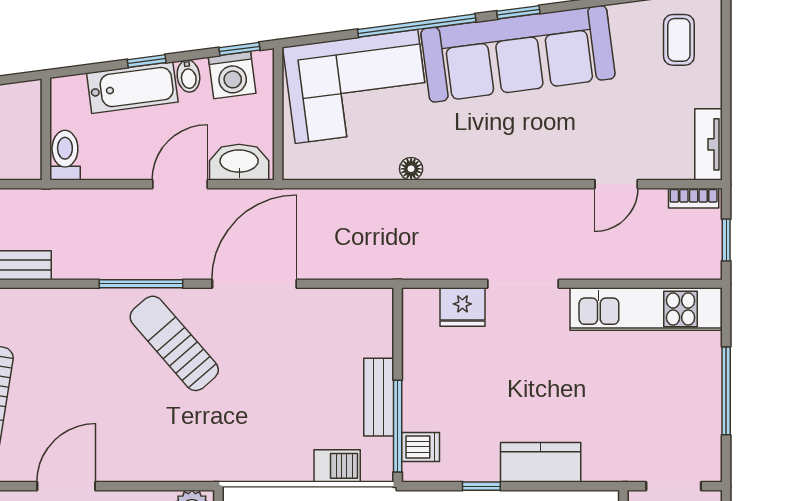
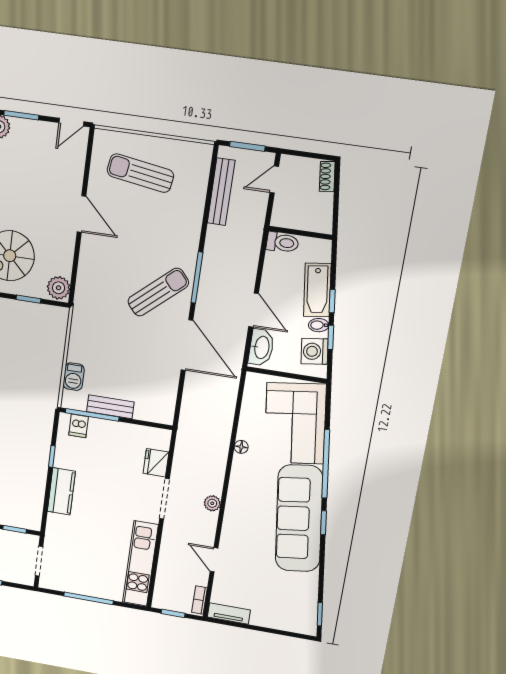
coffee table: (679, 40) -> (292, 608), removed
window: (239, 49) -> (331, 337), moved
plant: (517, 202) -> (212, 503), added

